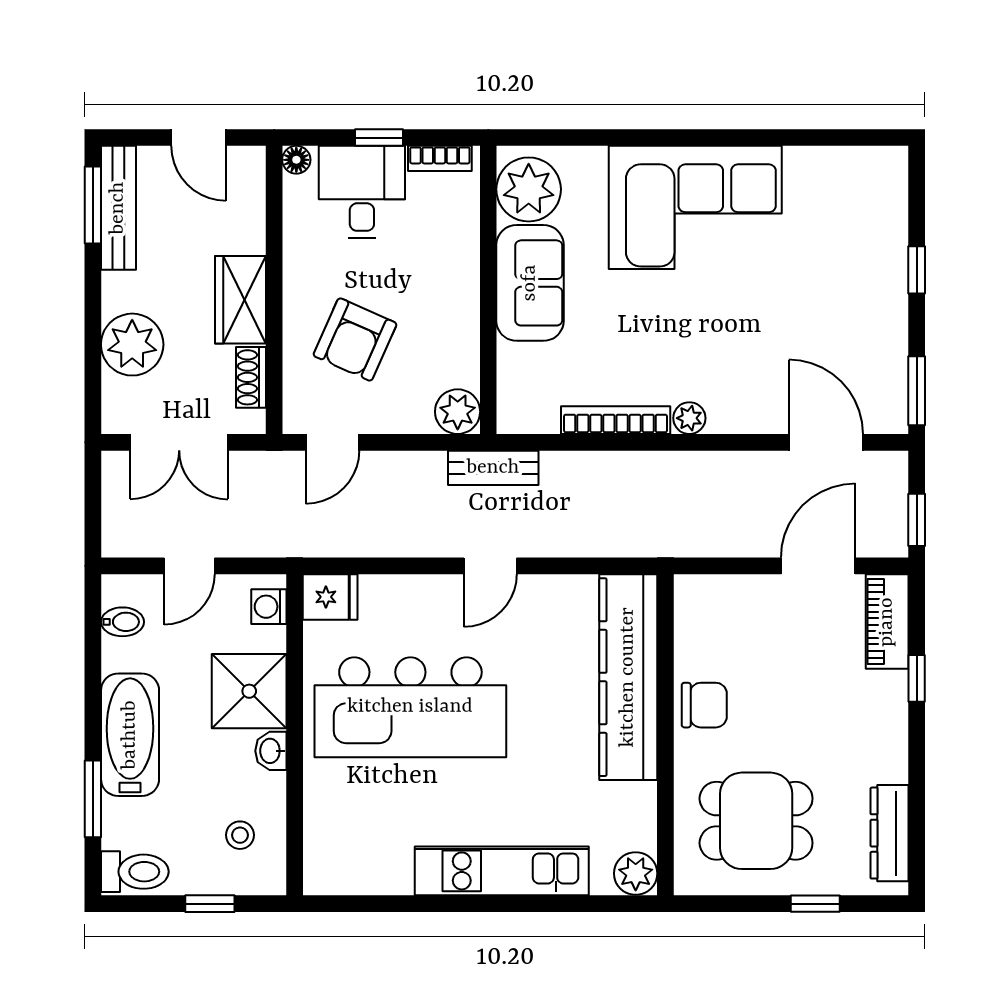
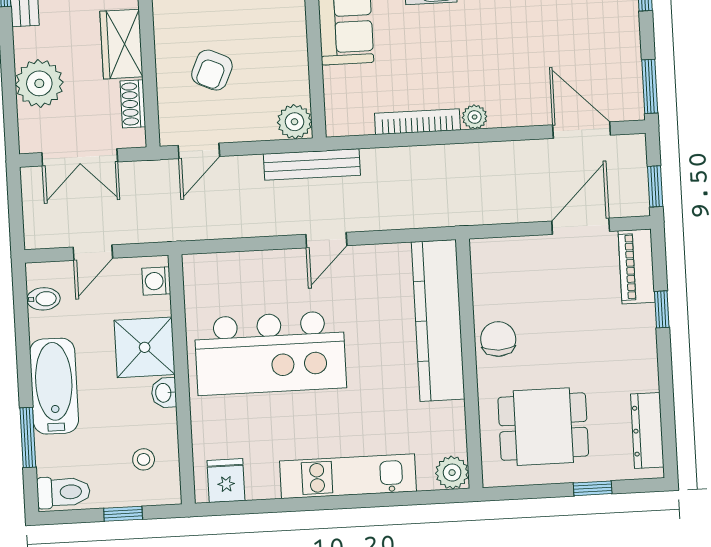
armchair: (355, 339) -> (212, 70), width x0.72, depth x0.72
bench: (493, 468) -> (312, 164), width x1.36
fridge: (330, 597) -> (226, 481), moved, turned -90
chair: (704, 705) -> (498, 339), turned -90

